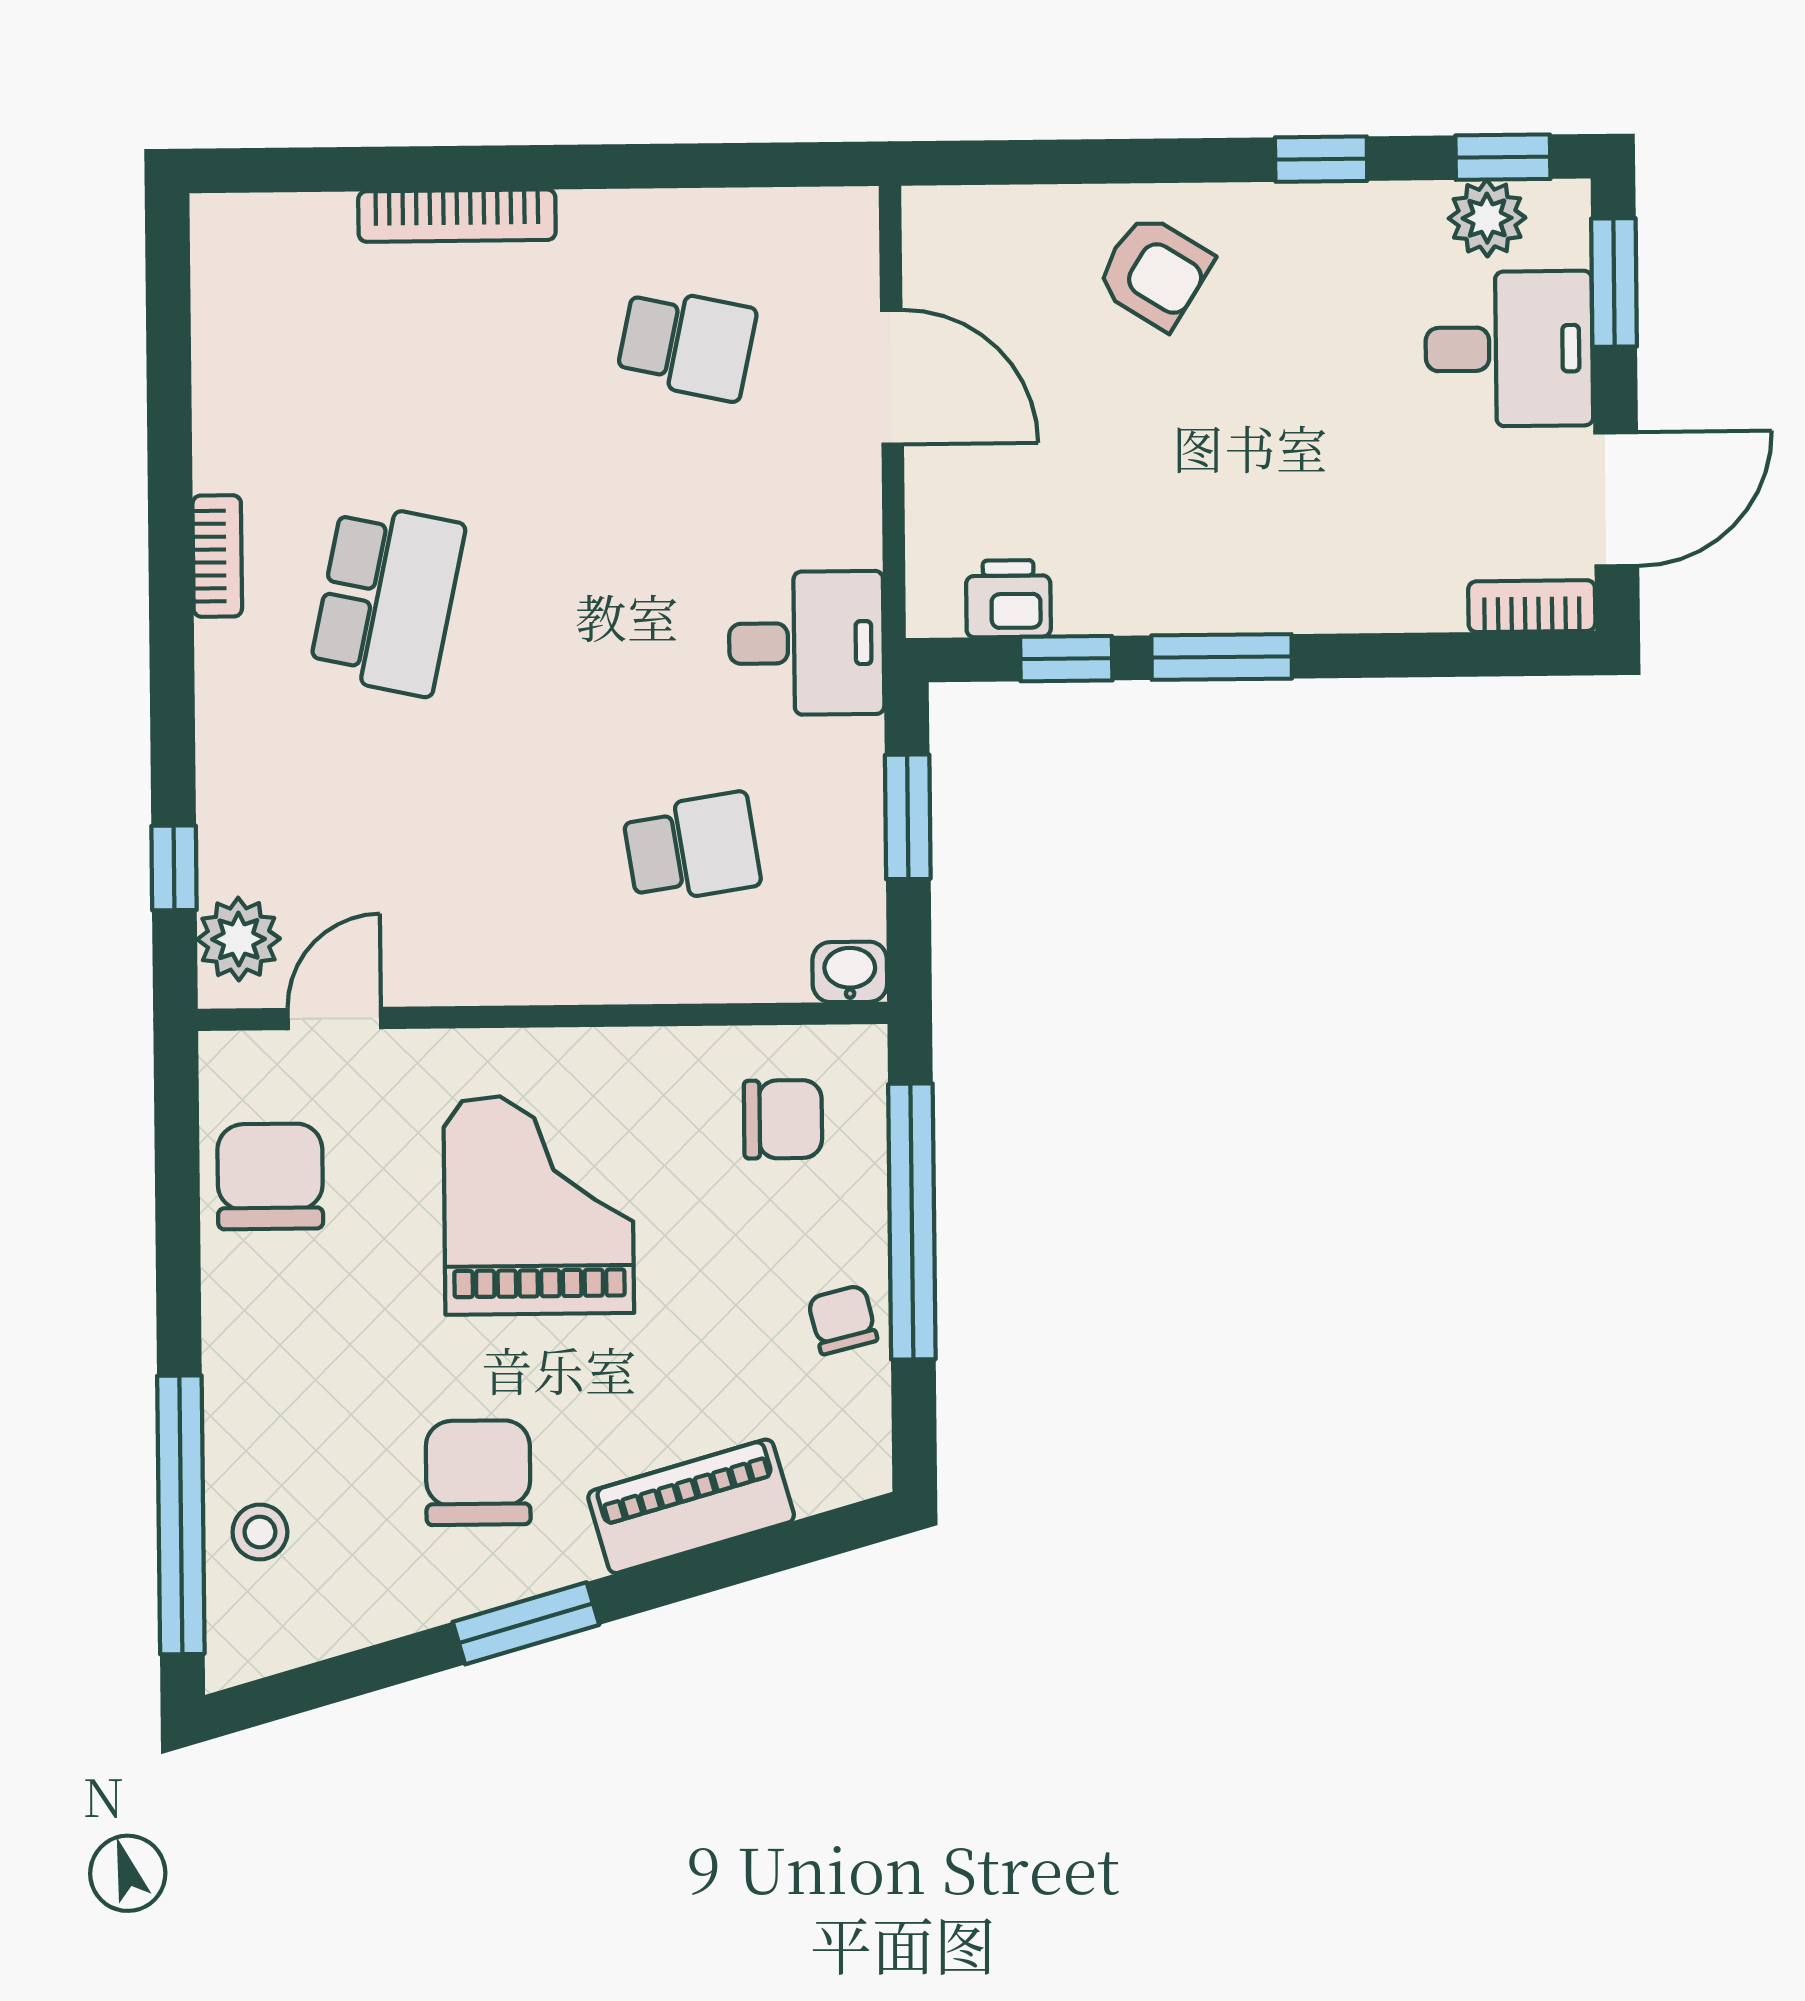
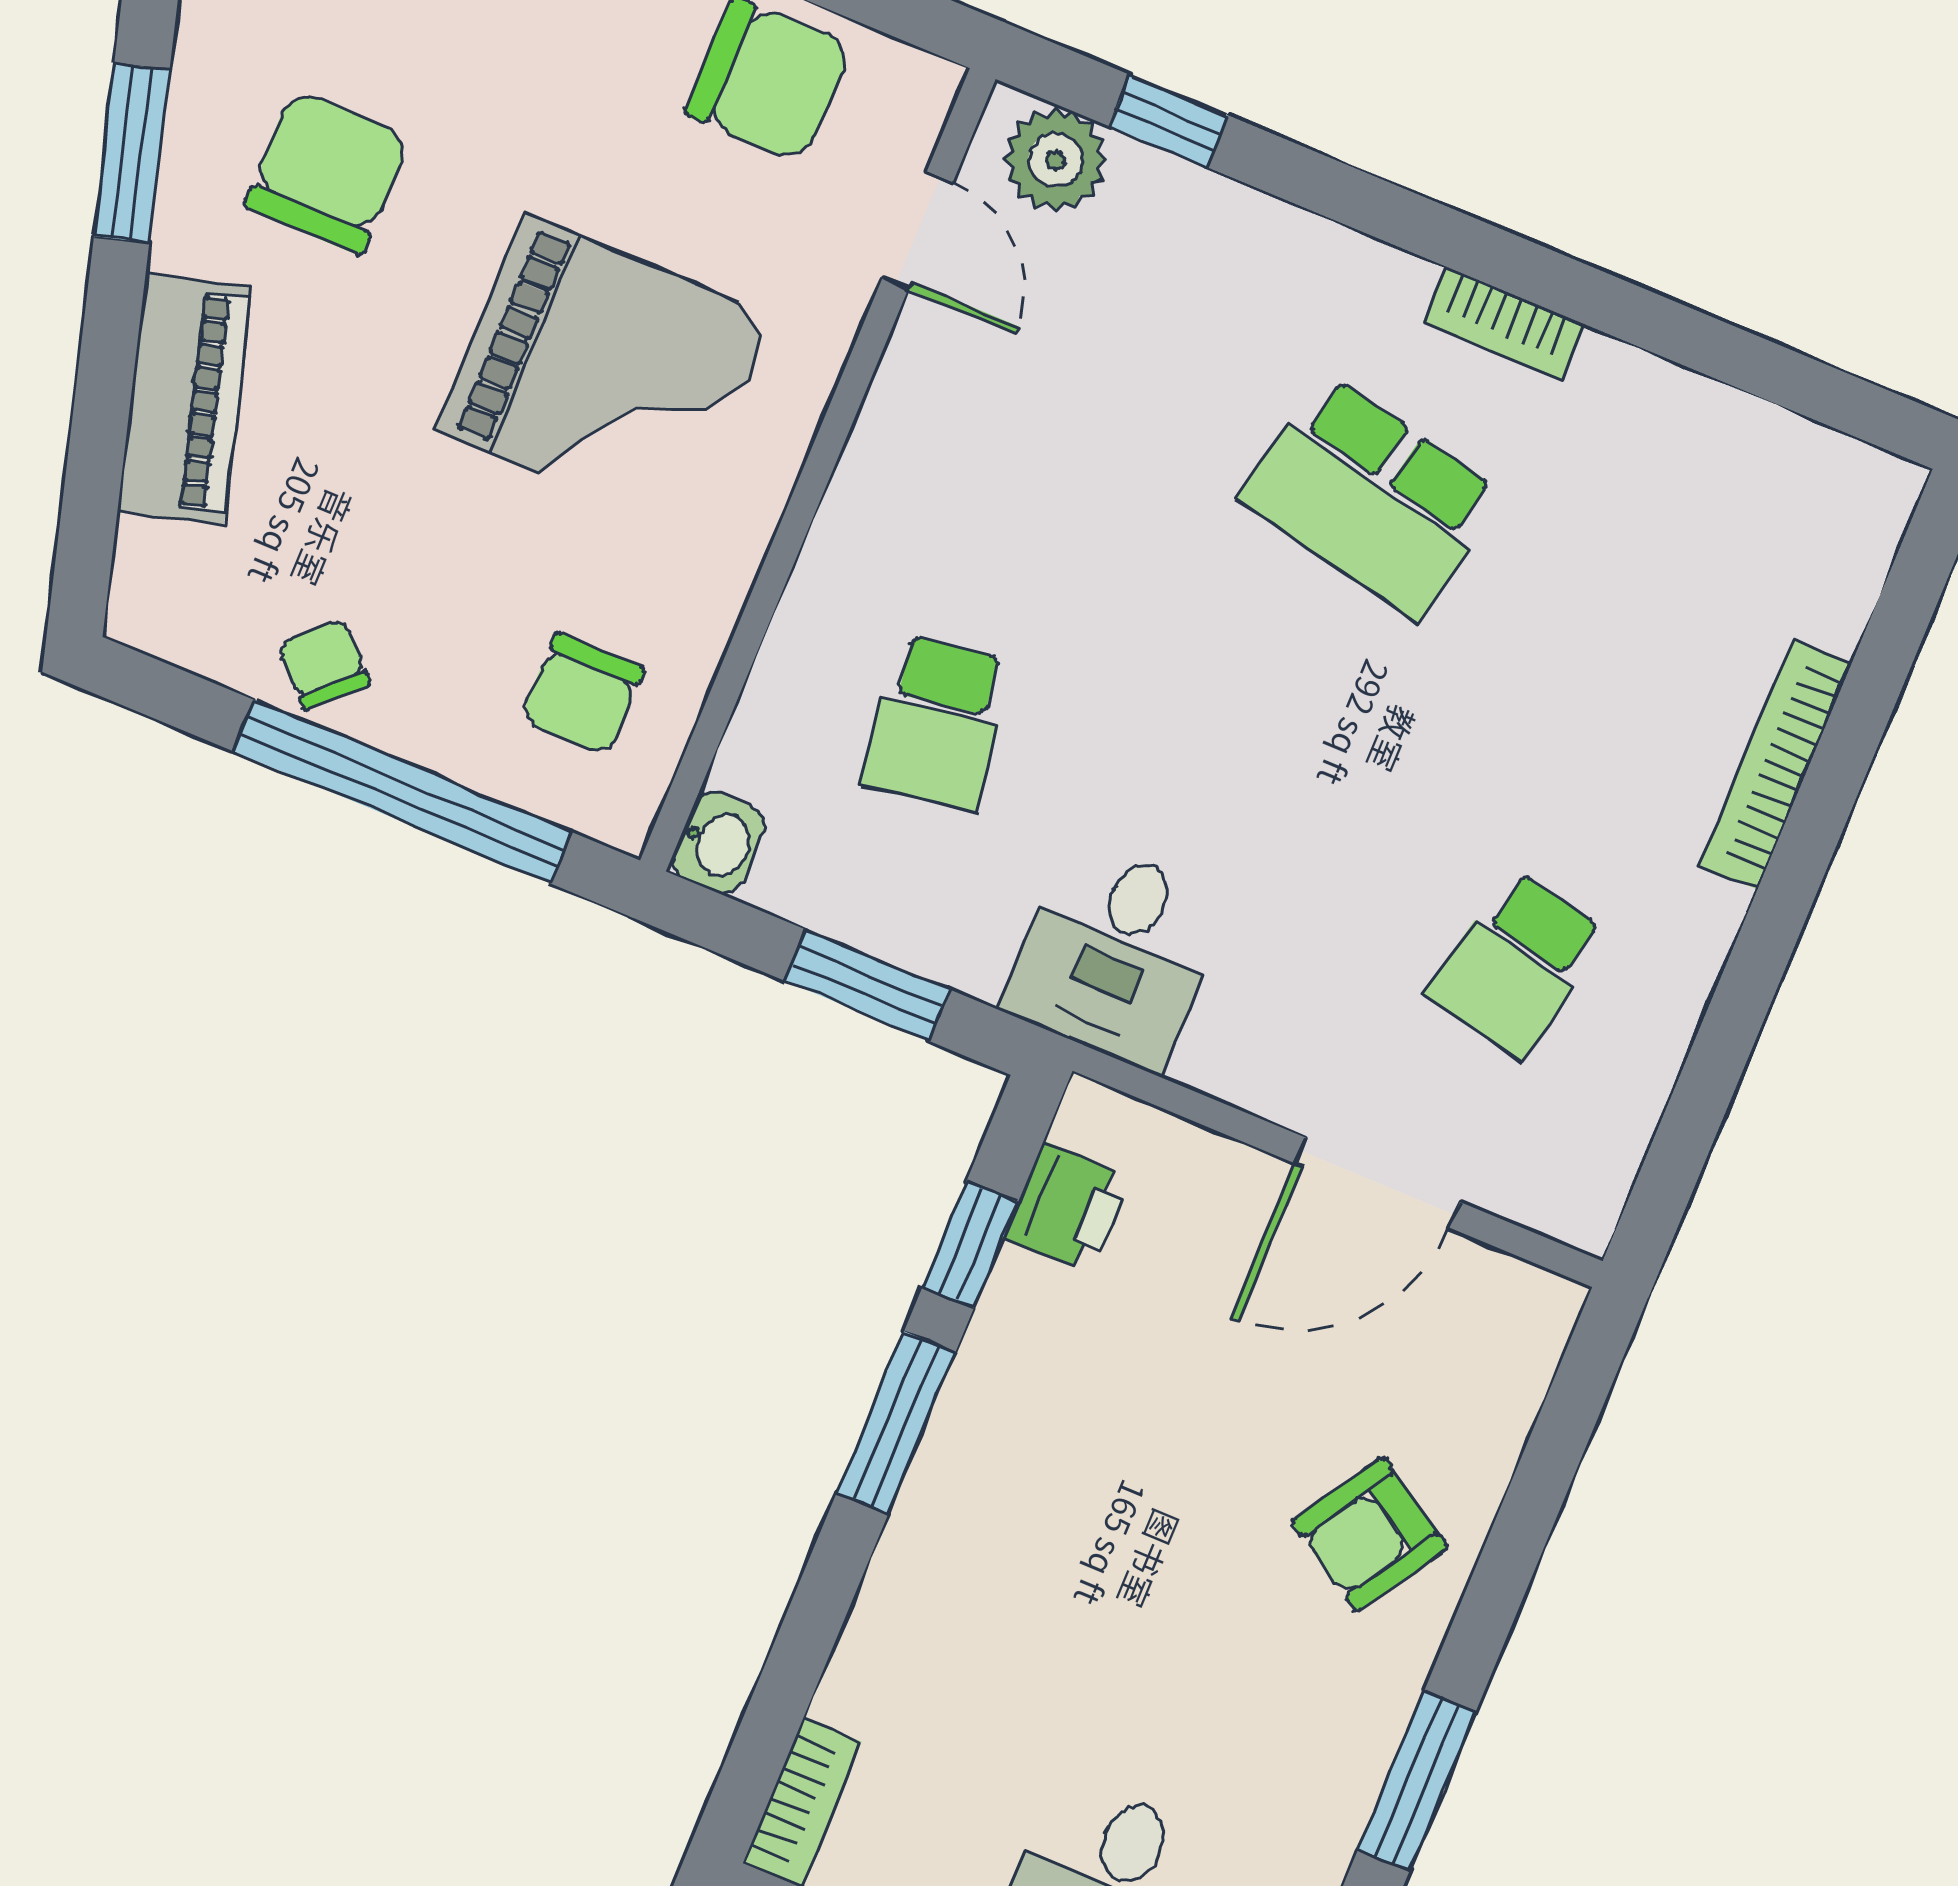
window: (1321, 159) -> (1417, 1781), width x1.50
chair: (842, 1320) -> (324, 664), turned -121
chair: (478, 1473) -> (327, 172), turned -90

